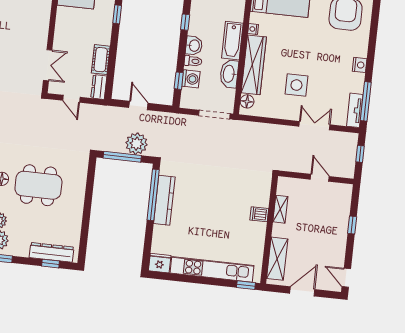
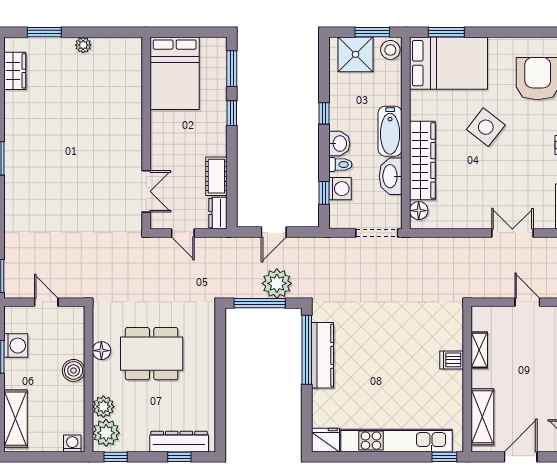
nightstand: (253, 29) -> (416, 113), removed
side table: (296, 85) -> (486, 127), moved, turned 38
door: (138, 105) -> (274, 232), swing flipped

